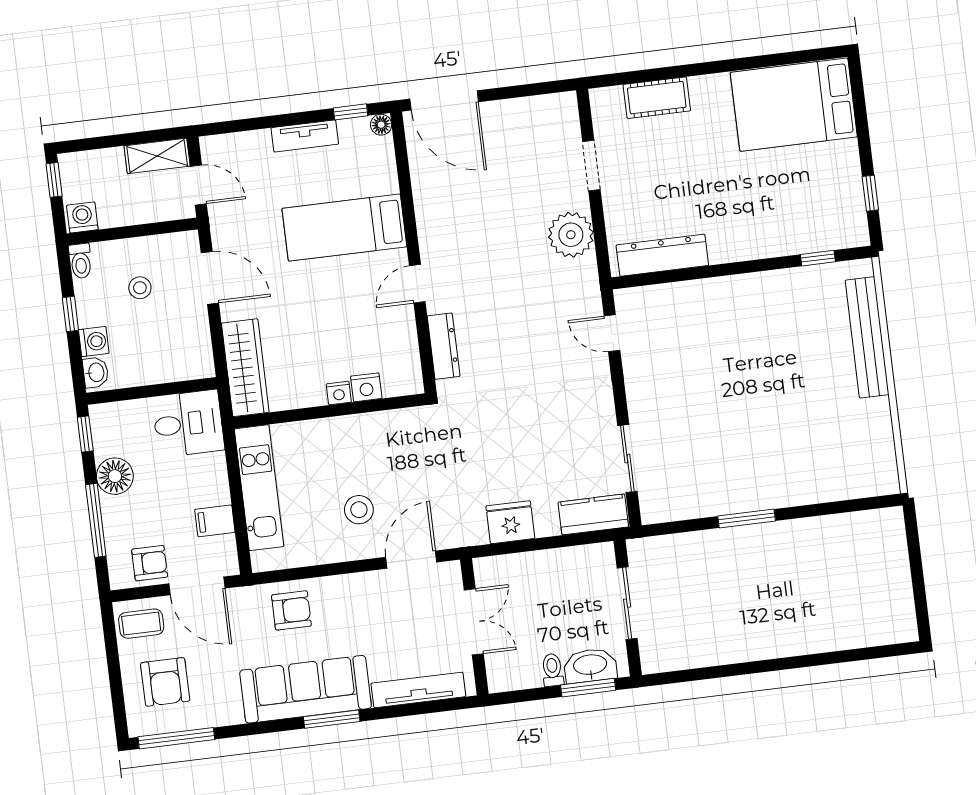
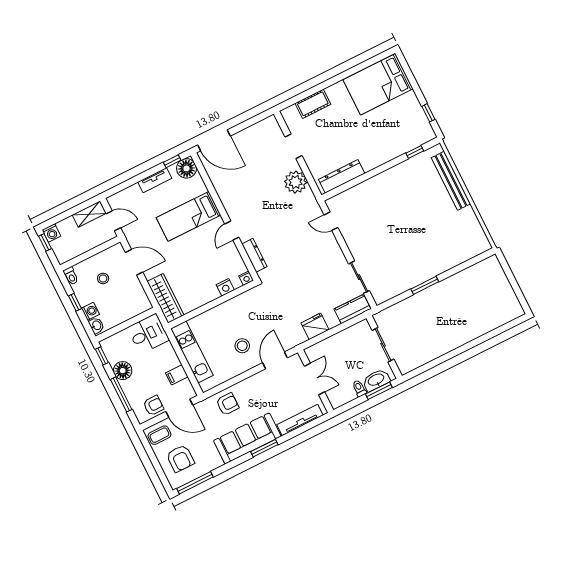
floor lamp: (381, 125) -> (186, 168), width x1.89, depth x1.89
washing machine: (82, 217) -> (51, 233), moved, turned 180
nightstand: (339, 393) -> (246, 278), moved

